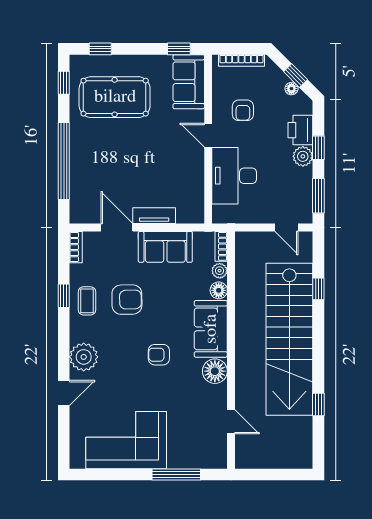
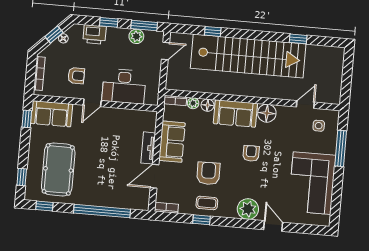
plant: (303, 156) -> (136, 36), moved
armchair: (159, 355) -> (251, 153), turned 180
side table: (204, 442) -> (319, 126), added

